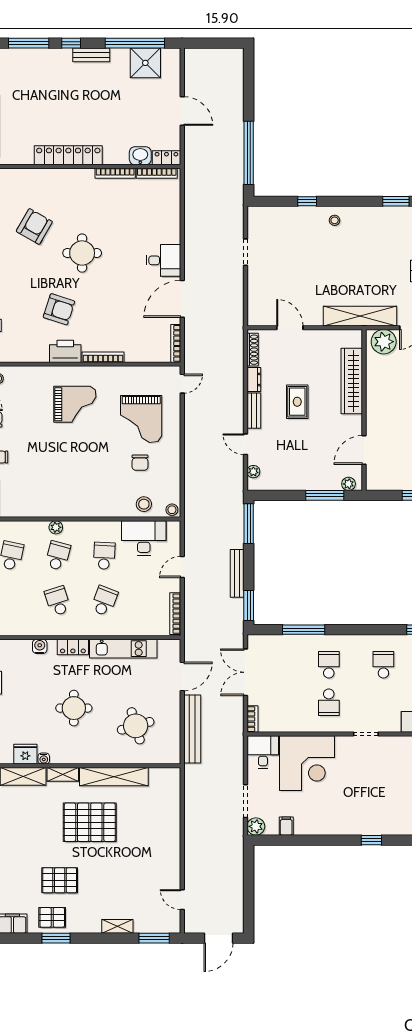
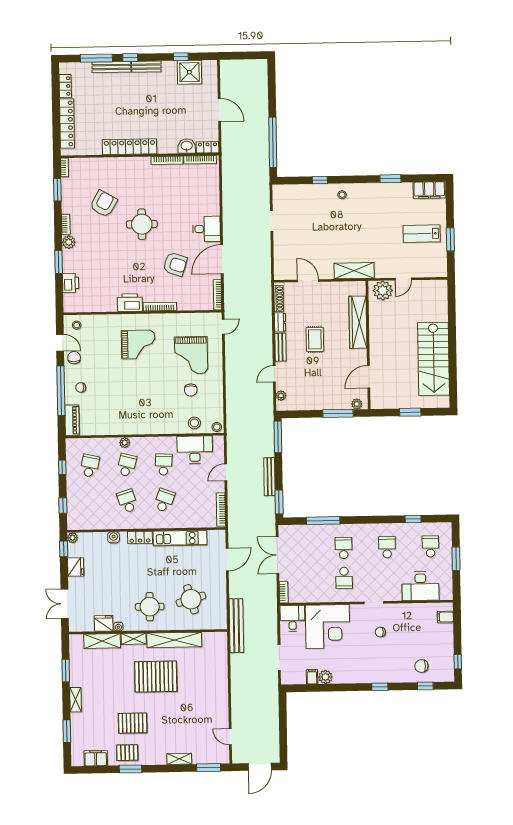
window: (135, 43) -> (181, 57), width x0.32
bench: (47, 55) -> (111, 67), added
armchair: (59, 309) -> (175, 264), moved
shelving: (360, 316) -> (354, 271), width x0.68
door: (245, 444) -> (274, 374), hinge flipped
round table: (74, 708) -> (150, 607), moved
bench: (192, 729) -> (236, 626), moved
chair: (373, 771) -> (380, 632), added
plant: (256, 826) -> (325, 677), moved

